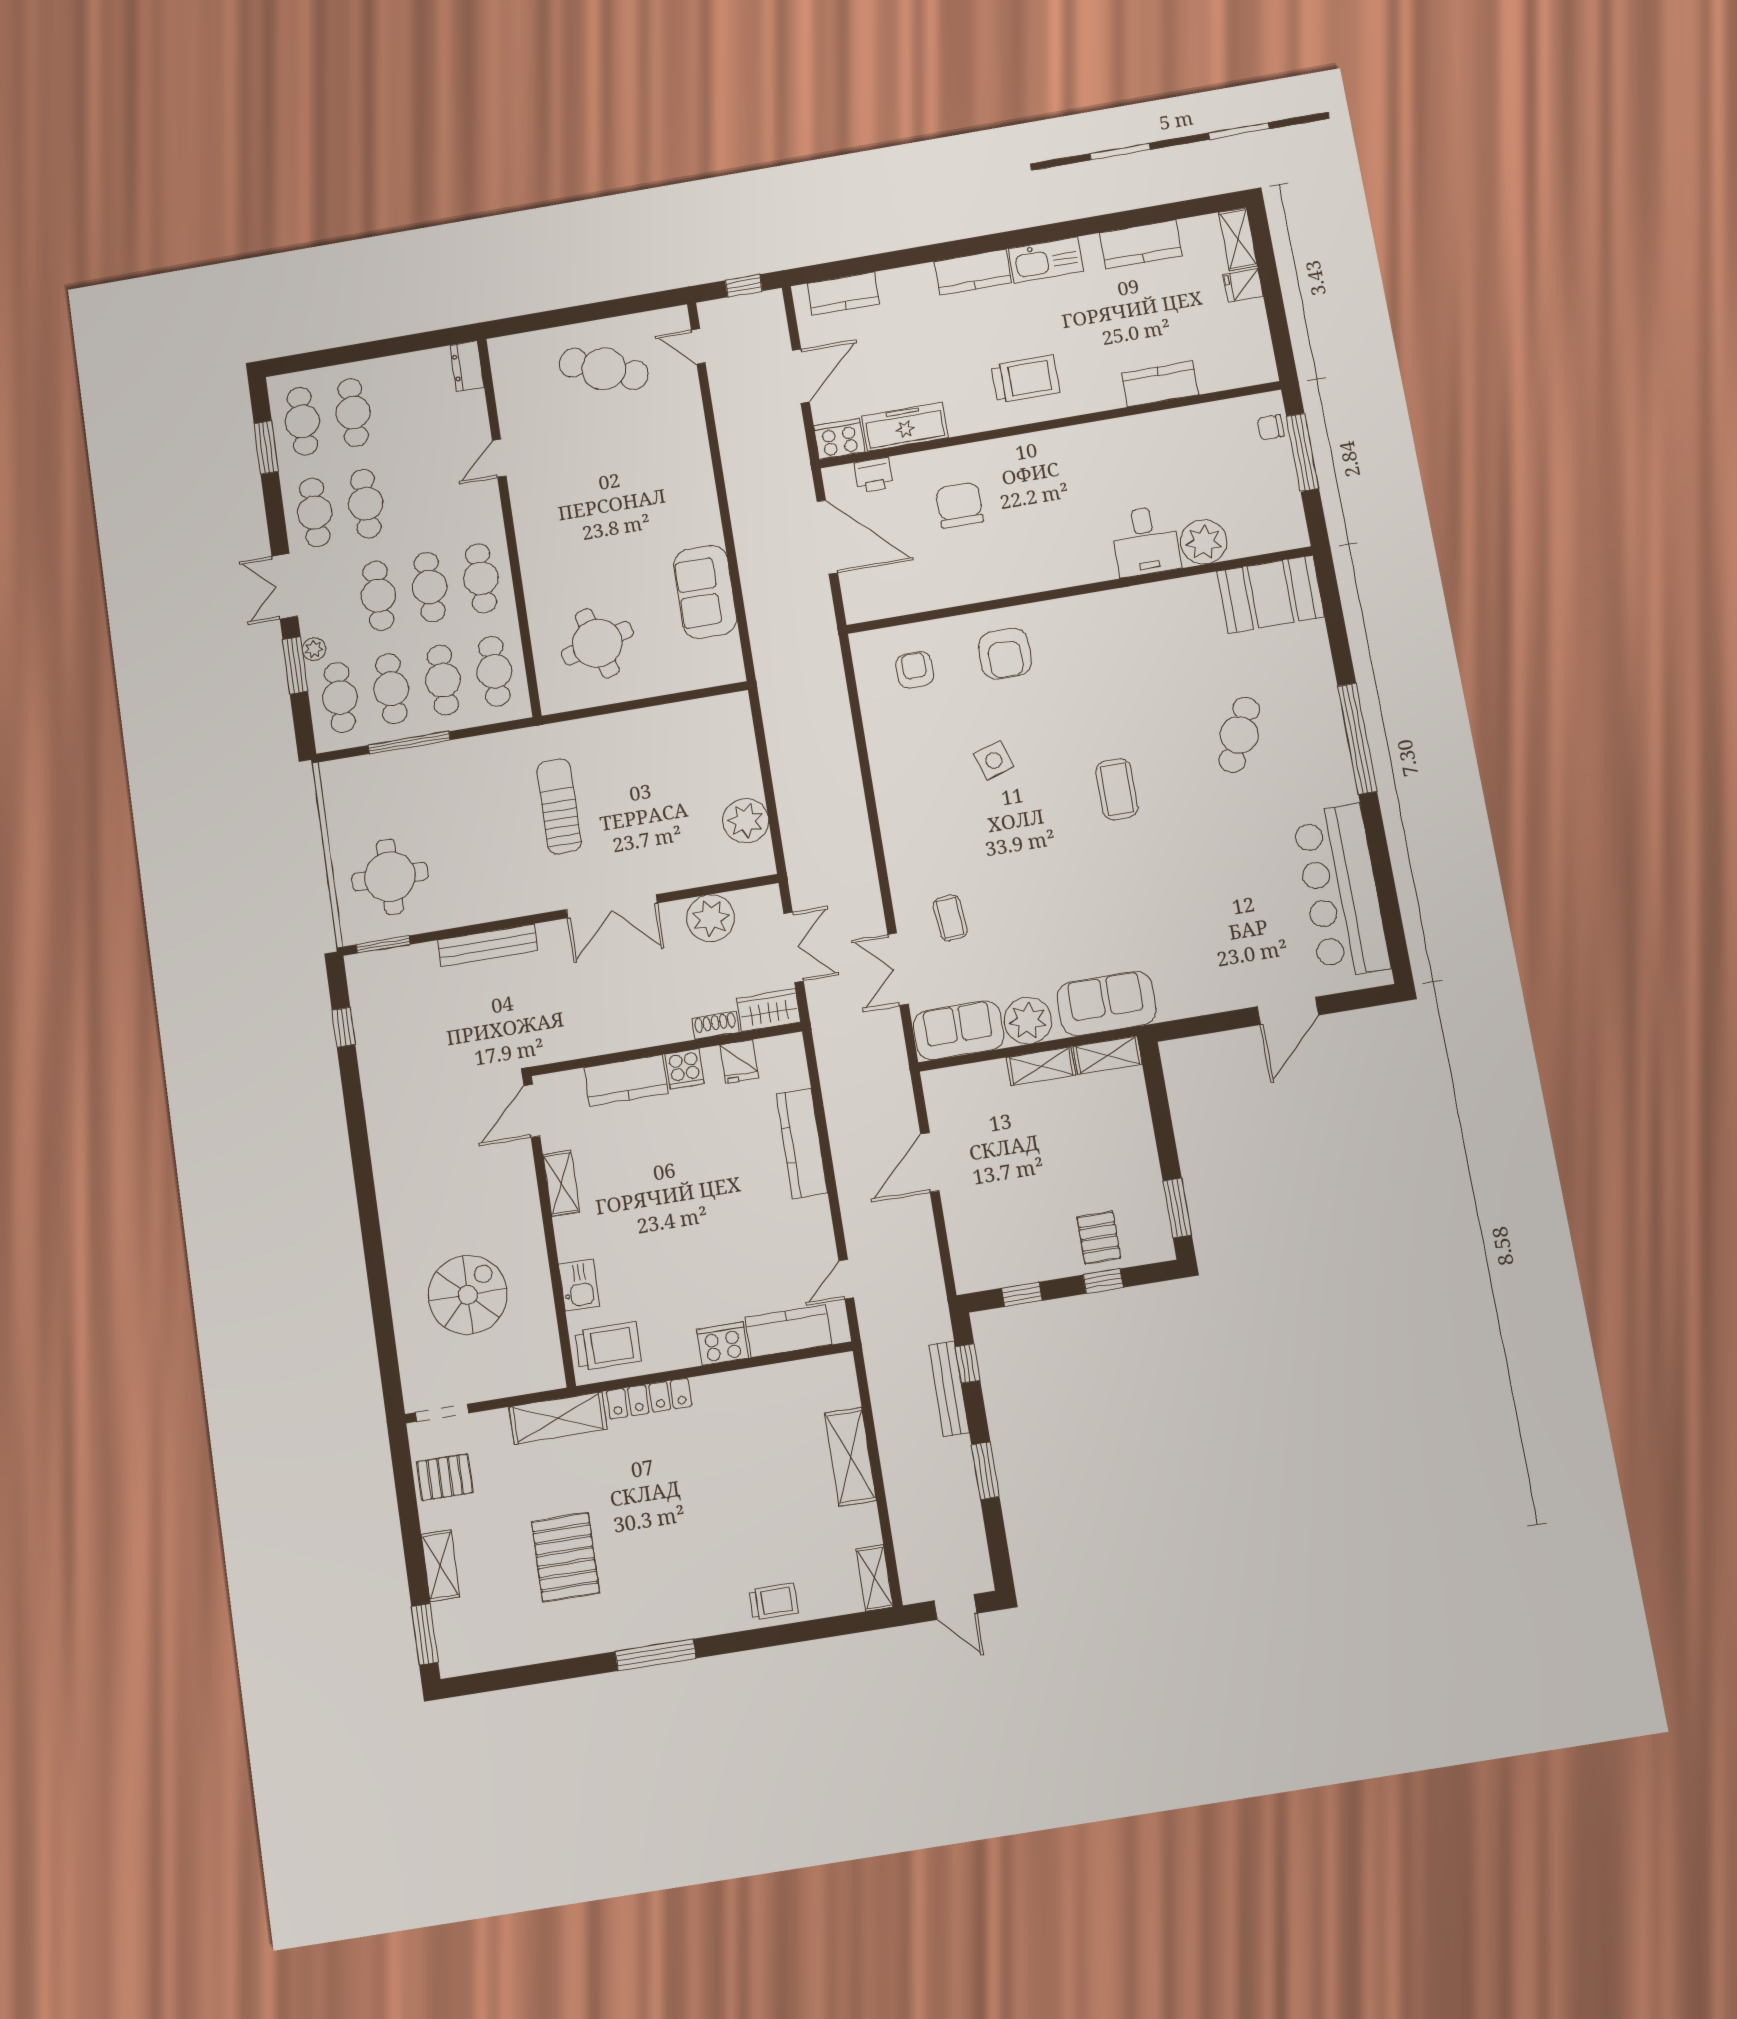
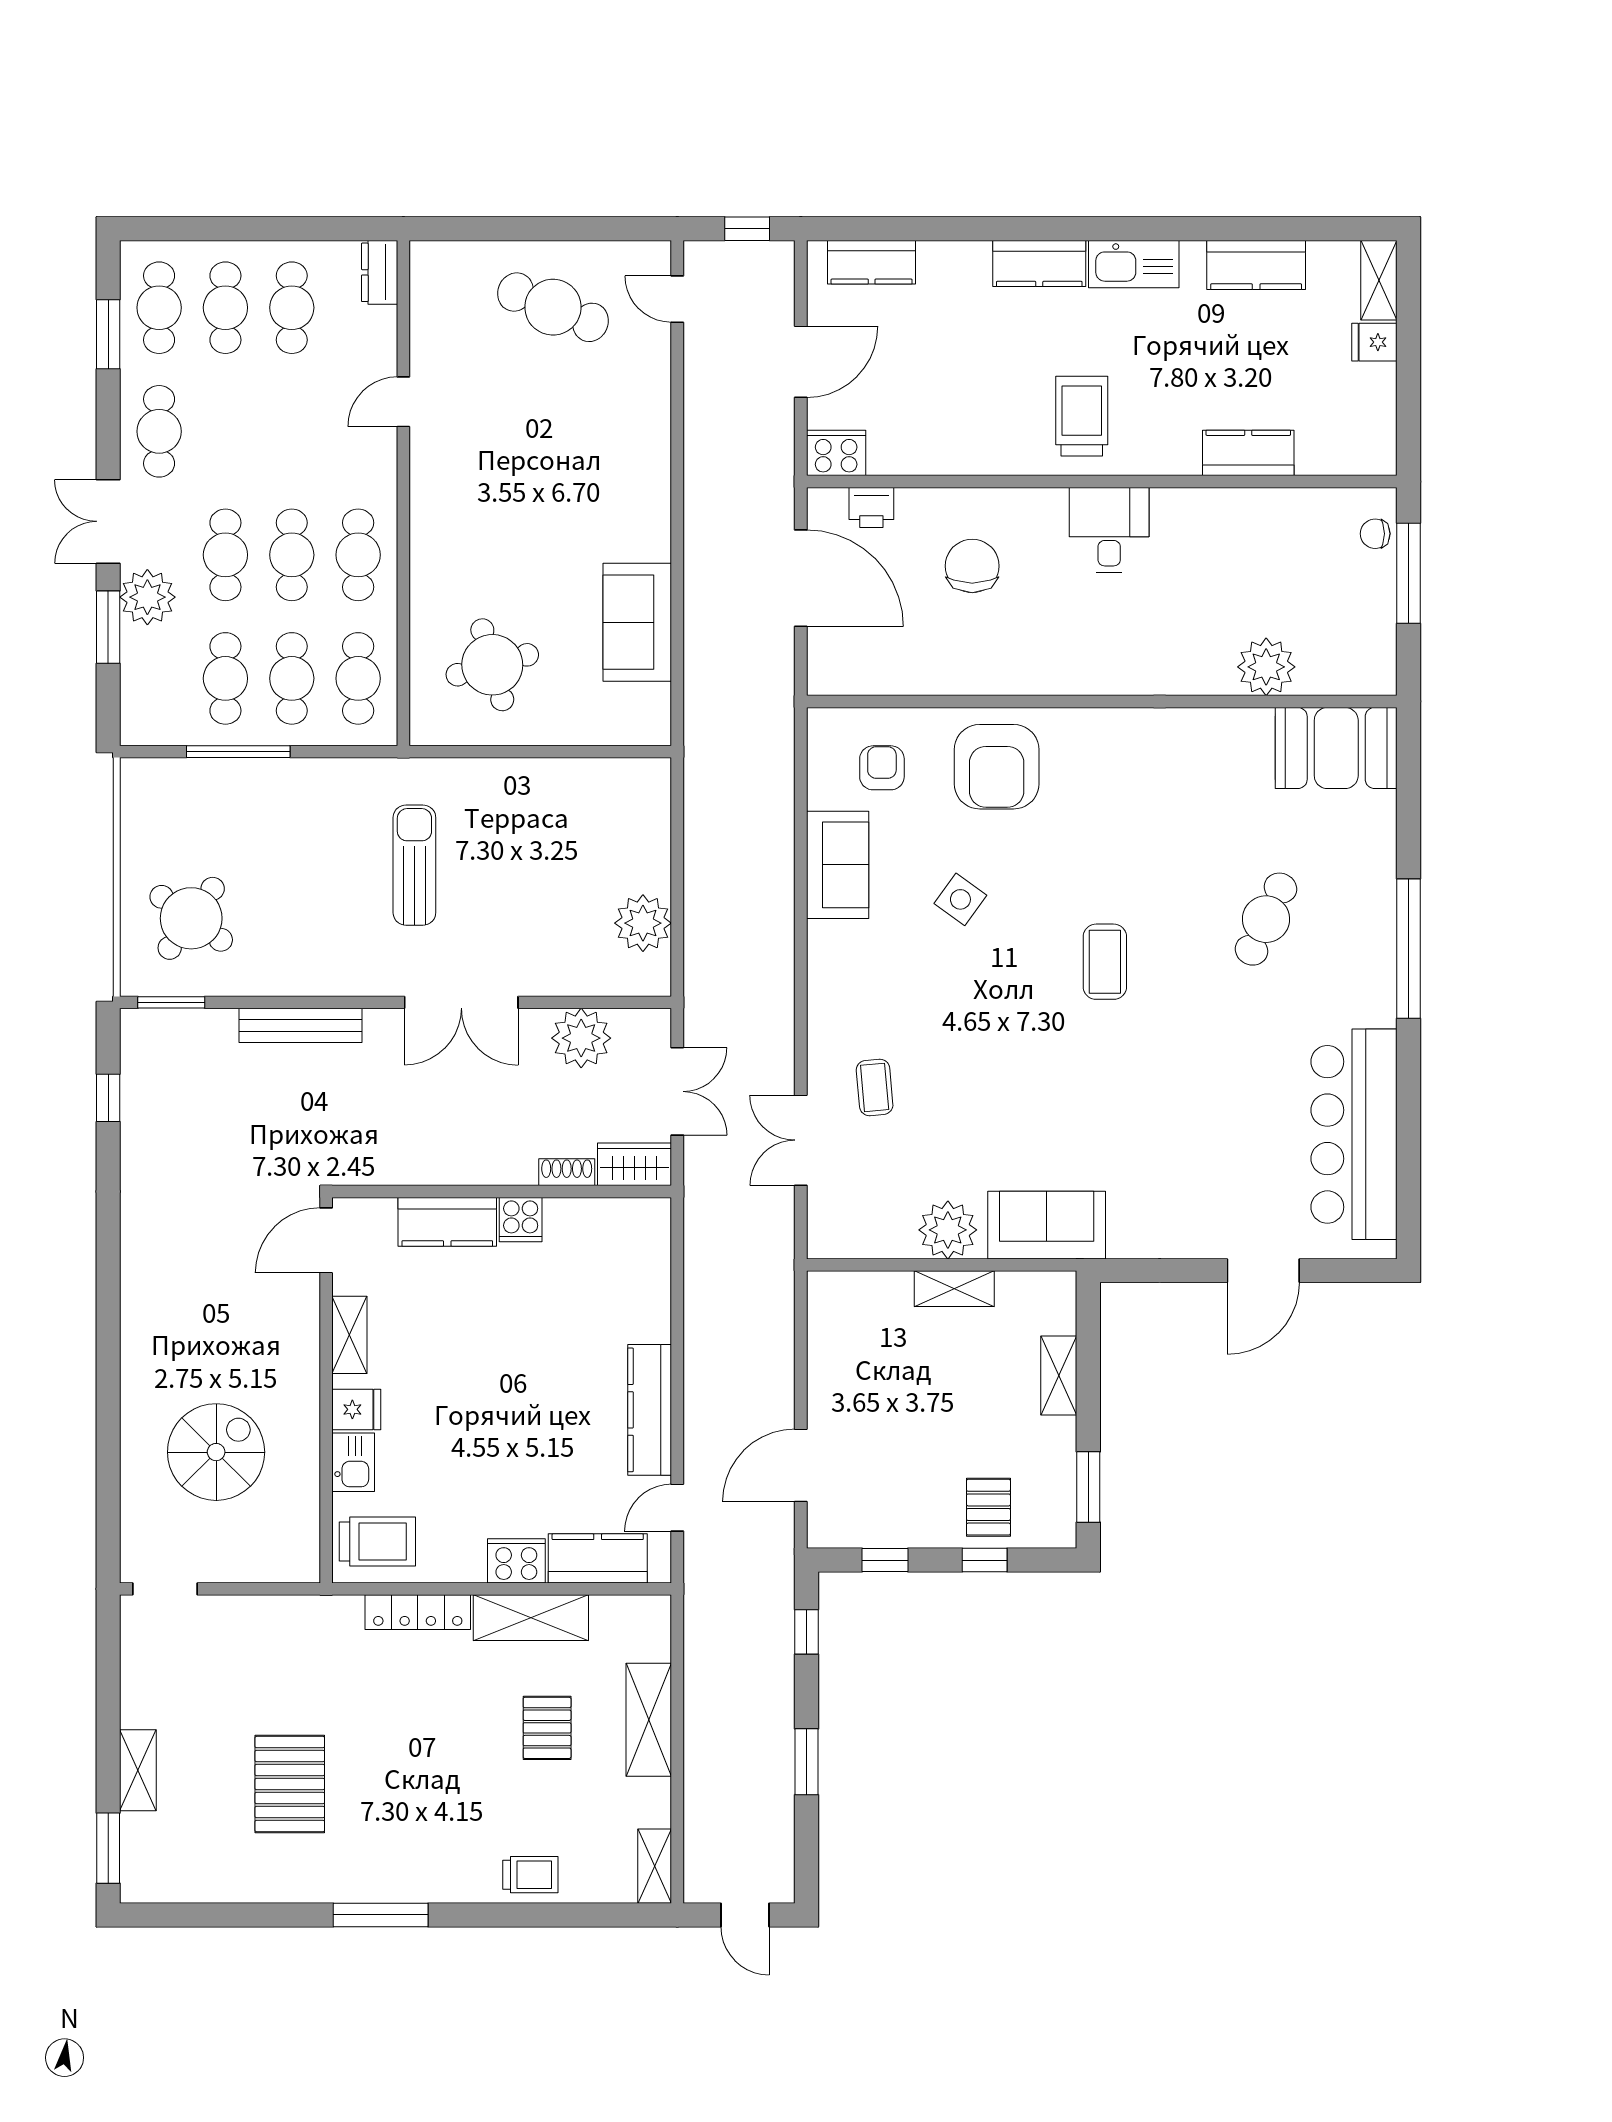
trolley: (1025, 379) -> (1082, 416), turned -90
freezer: (905, 427) -> (921, 452), removed
cafe table: (366, 504) -> (292, 308), moved
desk: (1145, 541) -> (1109, 530), moved, turned 180
plant: (314, 649) -> (147, 597), width x1.88, depth x1.88
armchair: (1005, 654) -> (997, 767), width x1.36, depth x1.36
cafe table: (340, 698) -> (159, 678), removed
side table: (994, 760) -> (960, 899), turned -36
round table: (390, 877) -> (191, 918), turned 36
sofa: (959, 1030) -> (838, 865), moved, turned 90
shelving: (1108, 1055) -> (1059, 1376), moved, turned 90
fridge: (739, 1062) -> (356, 1409), moved, turned -90
kitchen counter: (802, 1143) -> (650, 1410), moved
door: (930, 1162) -> (801, 1465), moved
bench: (949, 1389) -> (779, 1658), removed
shelving: (558, 1418) -> (531, 1618), moved
pallet: (445, 1477) -> (547, 1728), moved, turned 90

